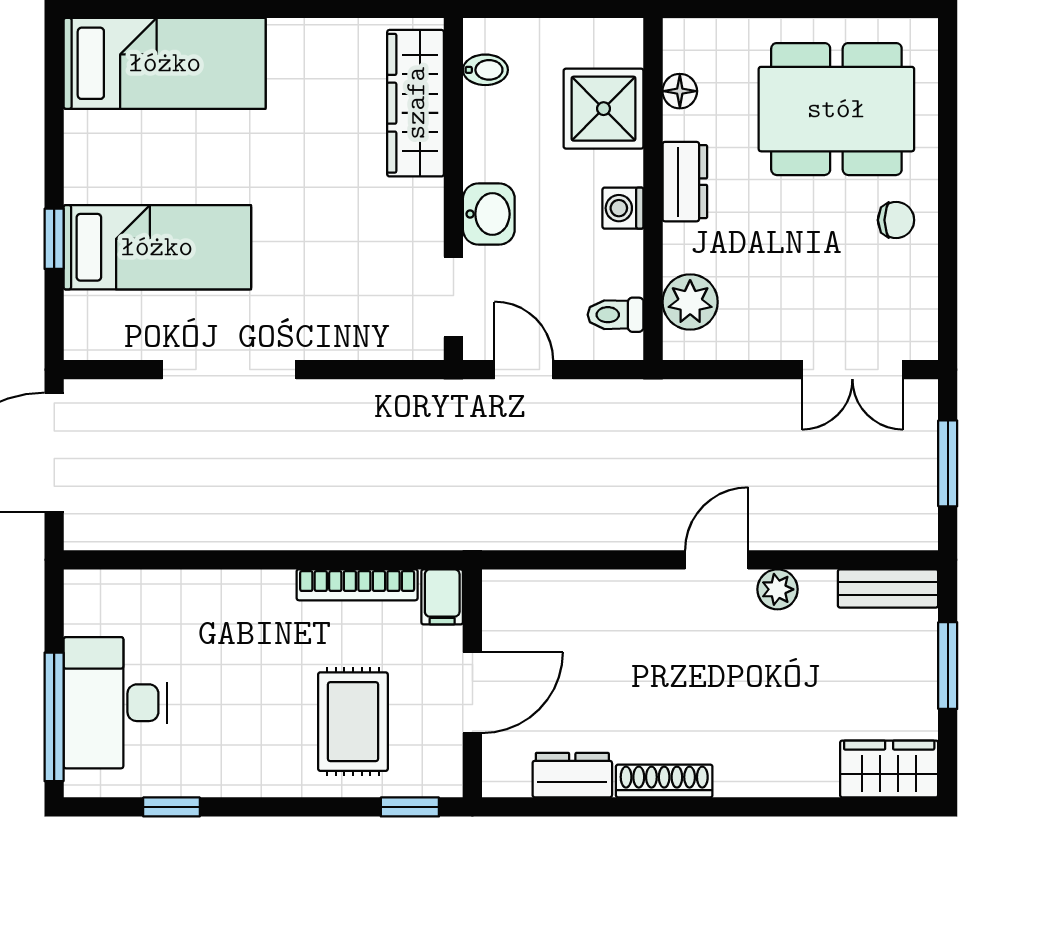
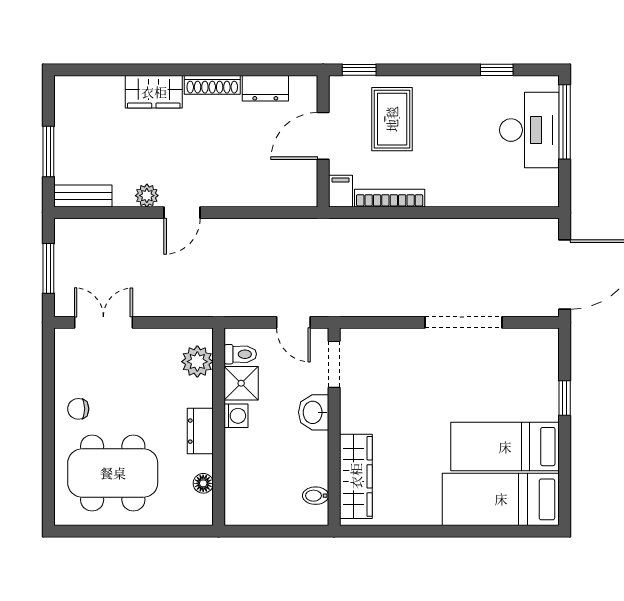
shower: (604, 109) -> (241, 383), moved, width x0.73, depth x0.73
bed: (157, 247) -> (505, 447), moved
wardrobe: (889, 769) -> (154, 92), moved

